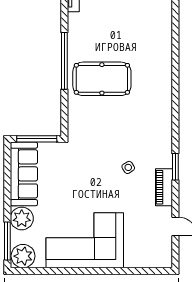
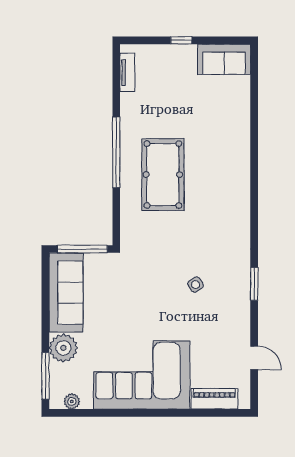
pool table: (102, 79) -> (163, 175), turned 90
piano: (164, 187) -> (214, 399), moved, turned 90
plant: (23, 256) -> (72, 401), width x0.53, depth x0.53

